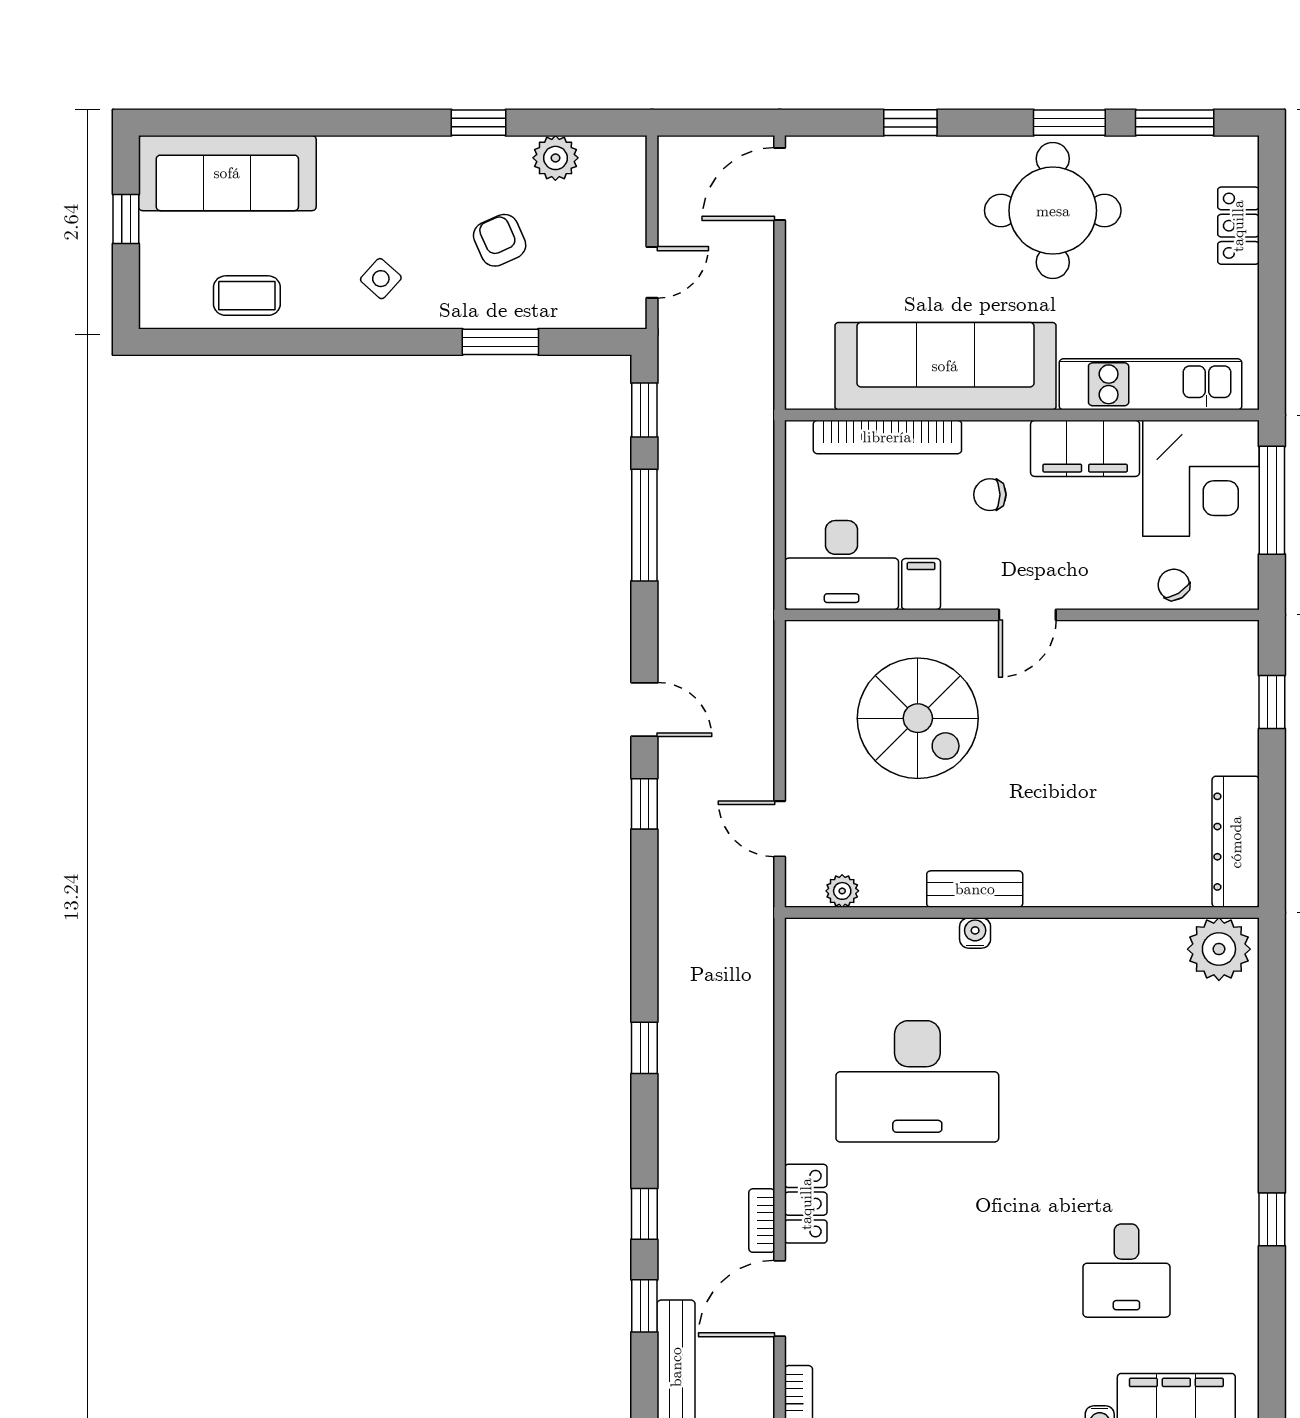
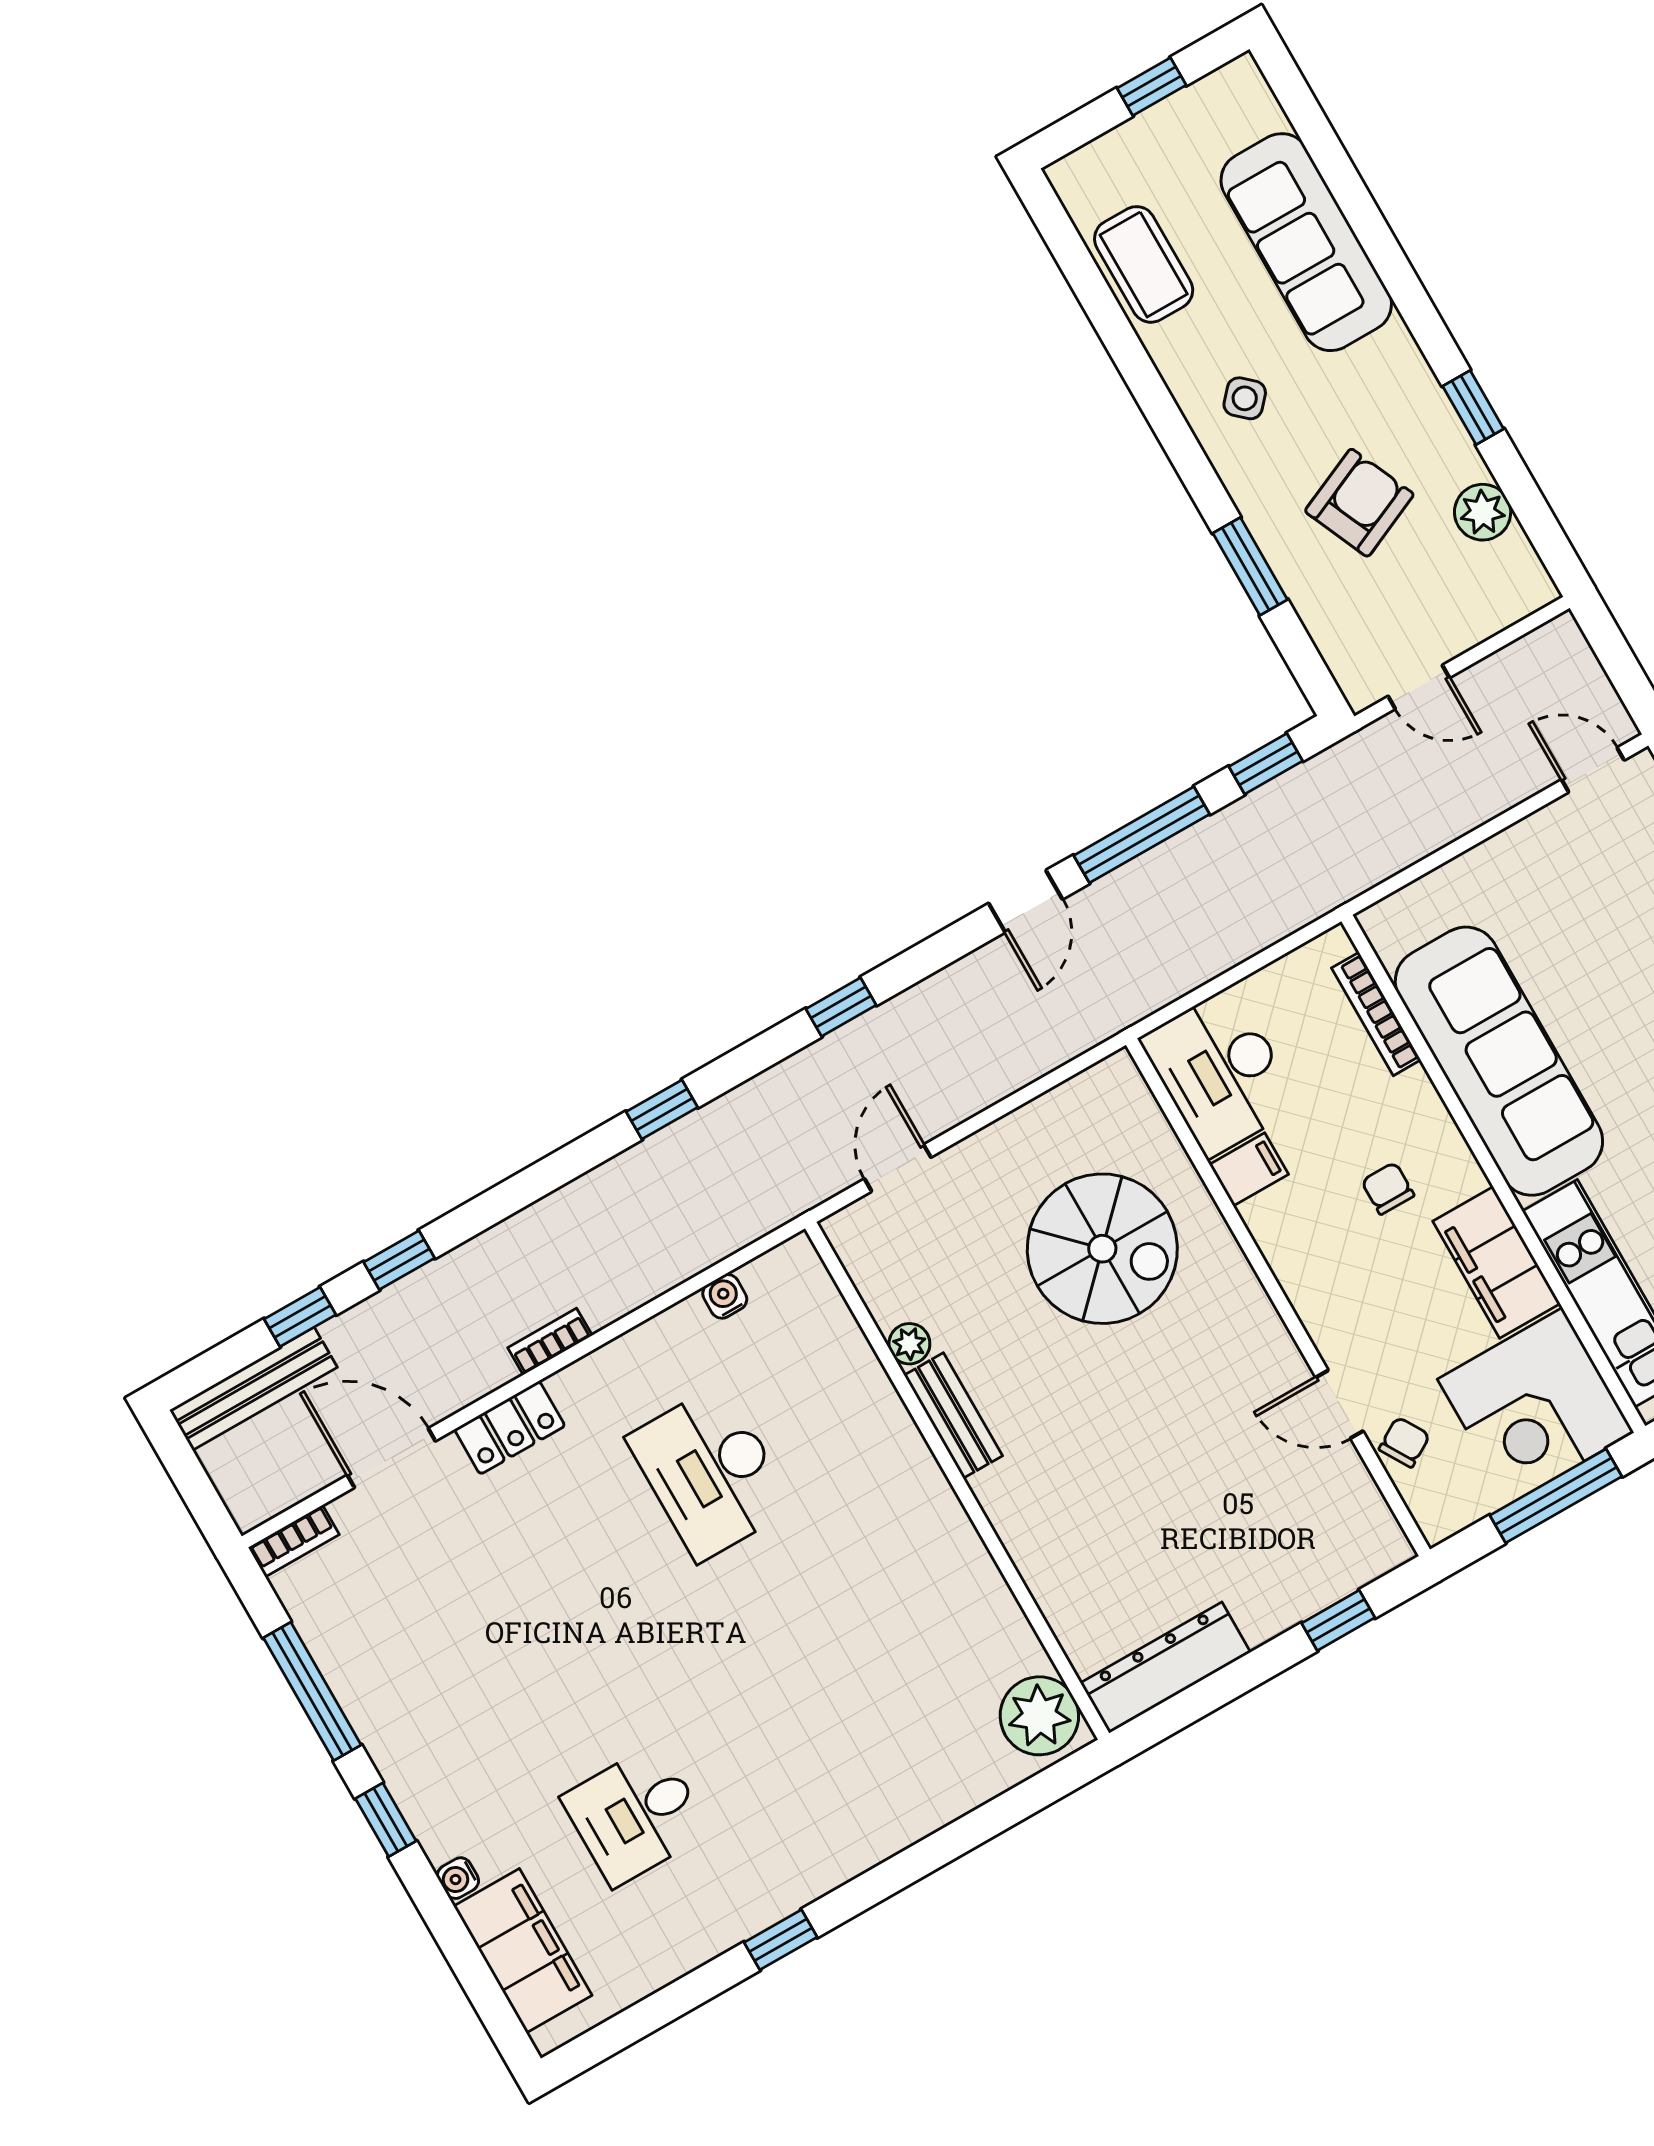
sofa: (227, 173) -> (1306, 242), moved
door: (780, 184) -> (1593, 770), width x0.73
armchair: (500, 240) -> (1359, 503), width x1.38, depth x1.38
coffee table: (247, 296) -> (1144, 264), width x1.36, depth x1.30
bookcase: (887, 437) -> (1376, 1014), width x0.68, depth x0.76
door: (1027, 615) -> (1339, 1404), moved
door: (644, 709) -> (1025, 901), moved
spiral stairs: (918, 718) -> (1102, 1249), turned -90
plant: (842, 891) -> (909, 1344), moved
water cooler: (975, 933) -> (725, 1296), moved, turned -90
window: (644, 1048) -> (662, 1110), moved
desk: (917, 1081) -> (710, 1472), width x0.73, depth x0.77
bookcase: (762, 1221) -> (550, 1342), moved

